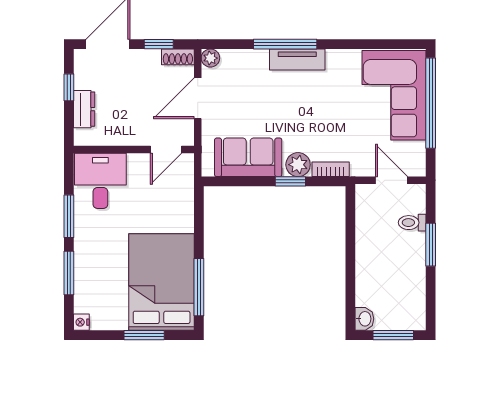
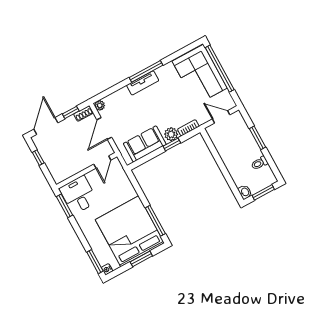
window: (285, 44) -> (146, 71), moved
dresser: (84, 109) -> (51, 164), removed
window: (69, 216) -> (65, 206), moved
toilet: (412, 223) -> (259, 163), moved
window: (69, 273) -> (95, 262), moved
bed: (162, 282) -> (130, 231), width x1.36

